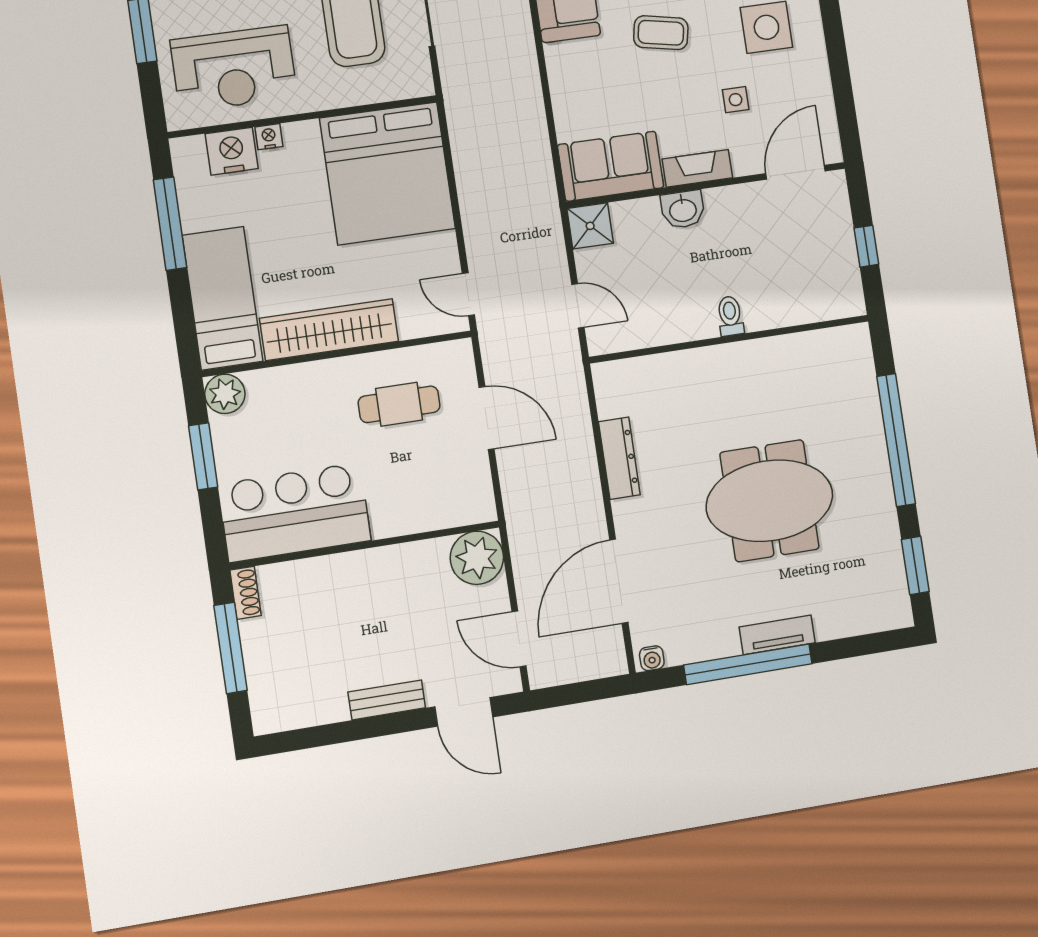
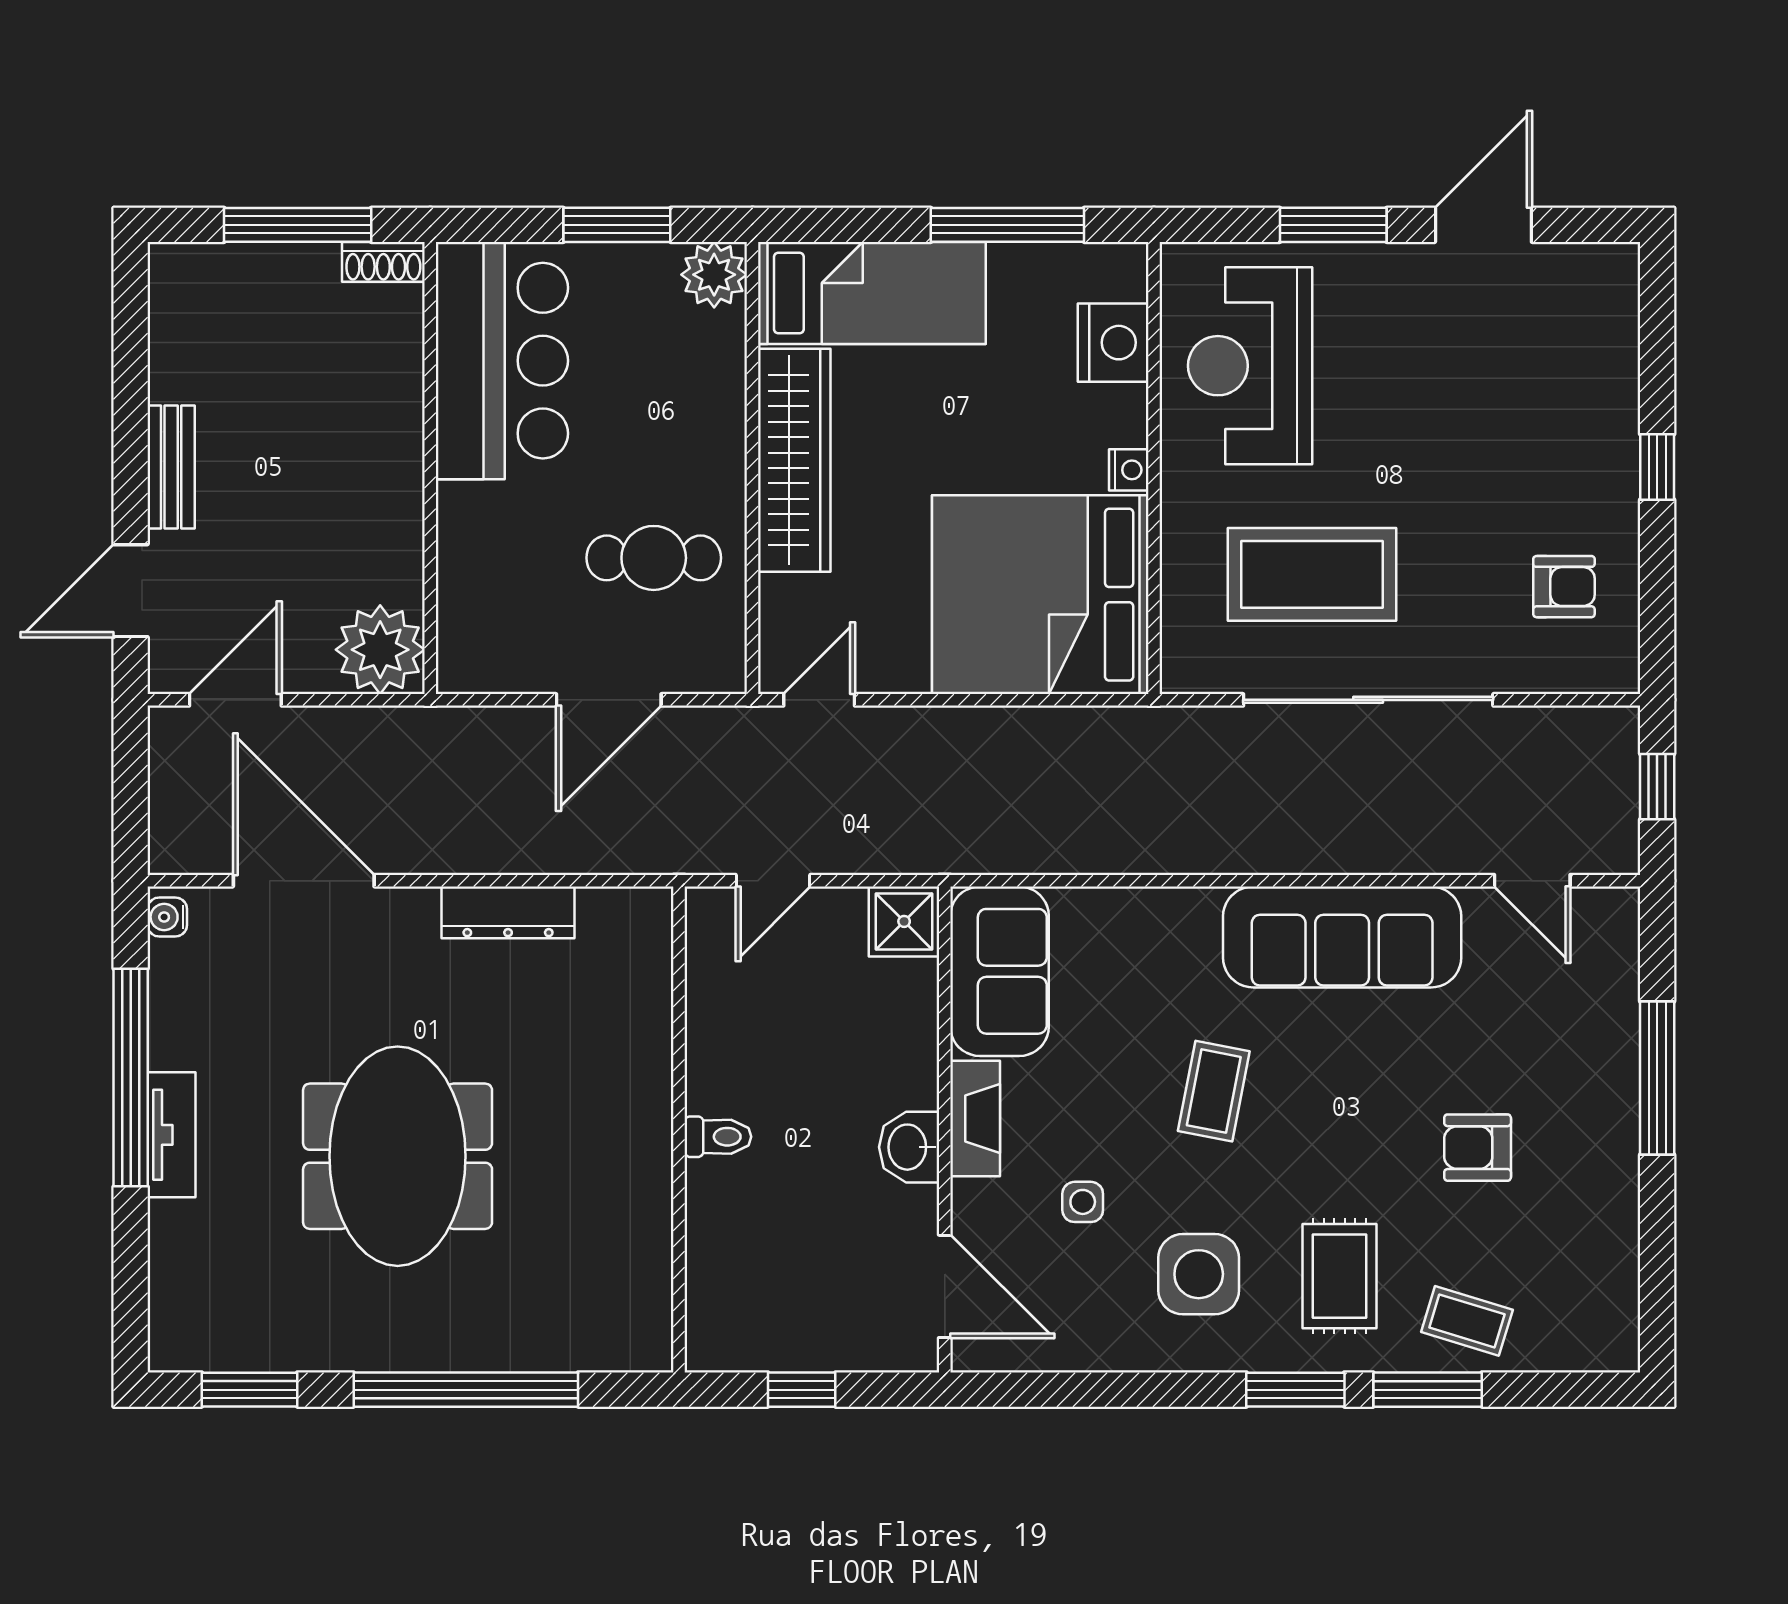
nightstand: (269, 137) -> (1129, 470), moved
washbasin: (683, 210) -> (909, 1147), moved
cafe table: (399, 404) -> (654, 558), turned 90

